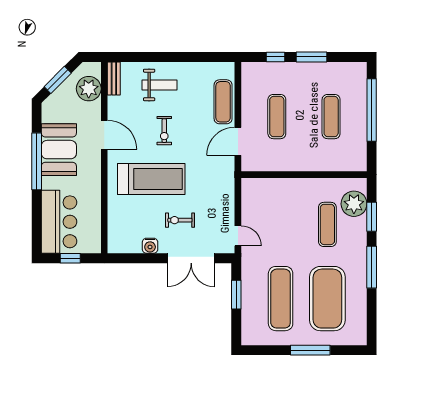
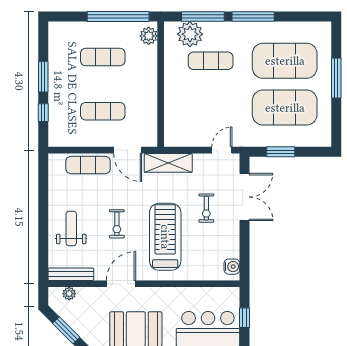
bench: (114, 78) -> (71, 274), width x1.36
plant: (89, 89) -> (69, 294), width x0.53, depth x0.53
window: (372, 110) -> (118, 16), moved
exercise bike: (164, 131) -> (117, 224), turned 90
plant: (352, 162) -> (149, 36), added
shelving: (225, 182) -> (168, 163), added
window: (372, 217) -> (203, 16), width x1.44
water cooler: (150, 246) -> (232, 267), moved
exercise mat: (281, 299) -> (285, 108), width x1.47

